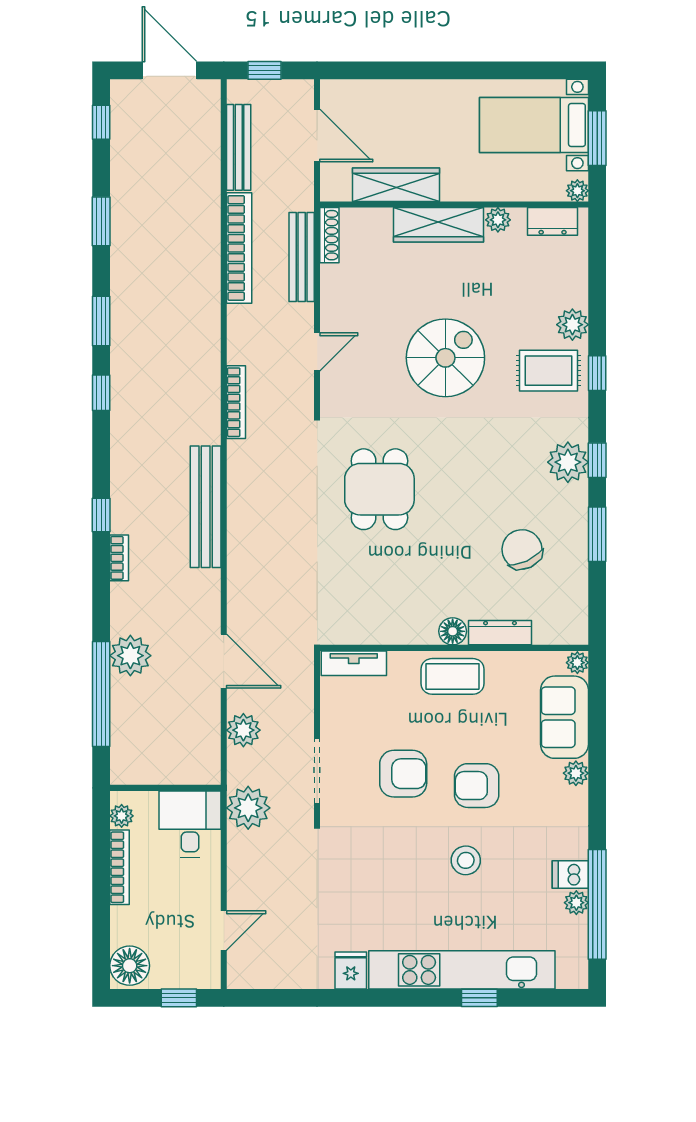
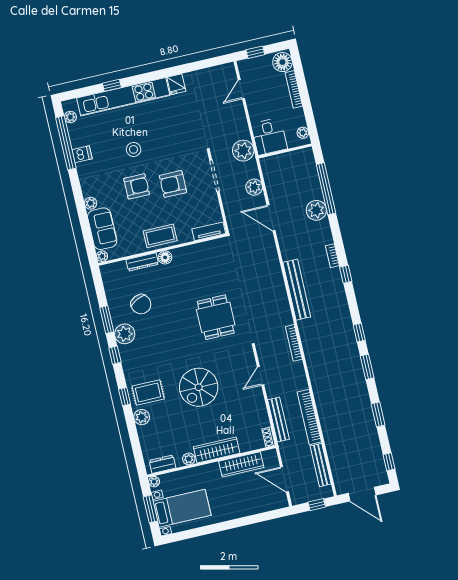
shoe rack: (329, 235) -> (269, 437), width x0.70
plant: (568, 462) -> (125, 334), moved
bookcase: (120, 867) -> (294, 89), moved
plant: (576, 903) -> (70, 117), moved

